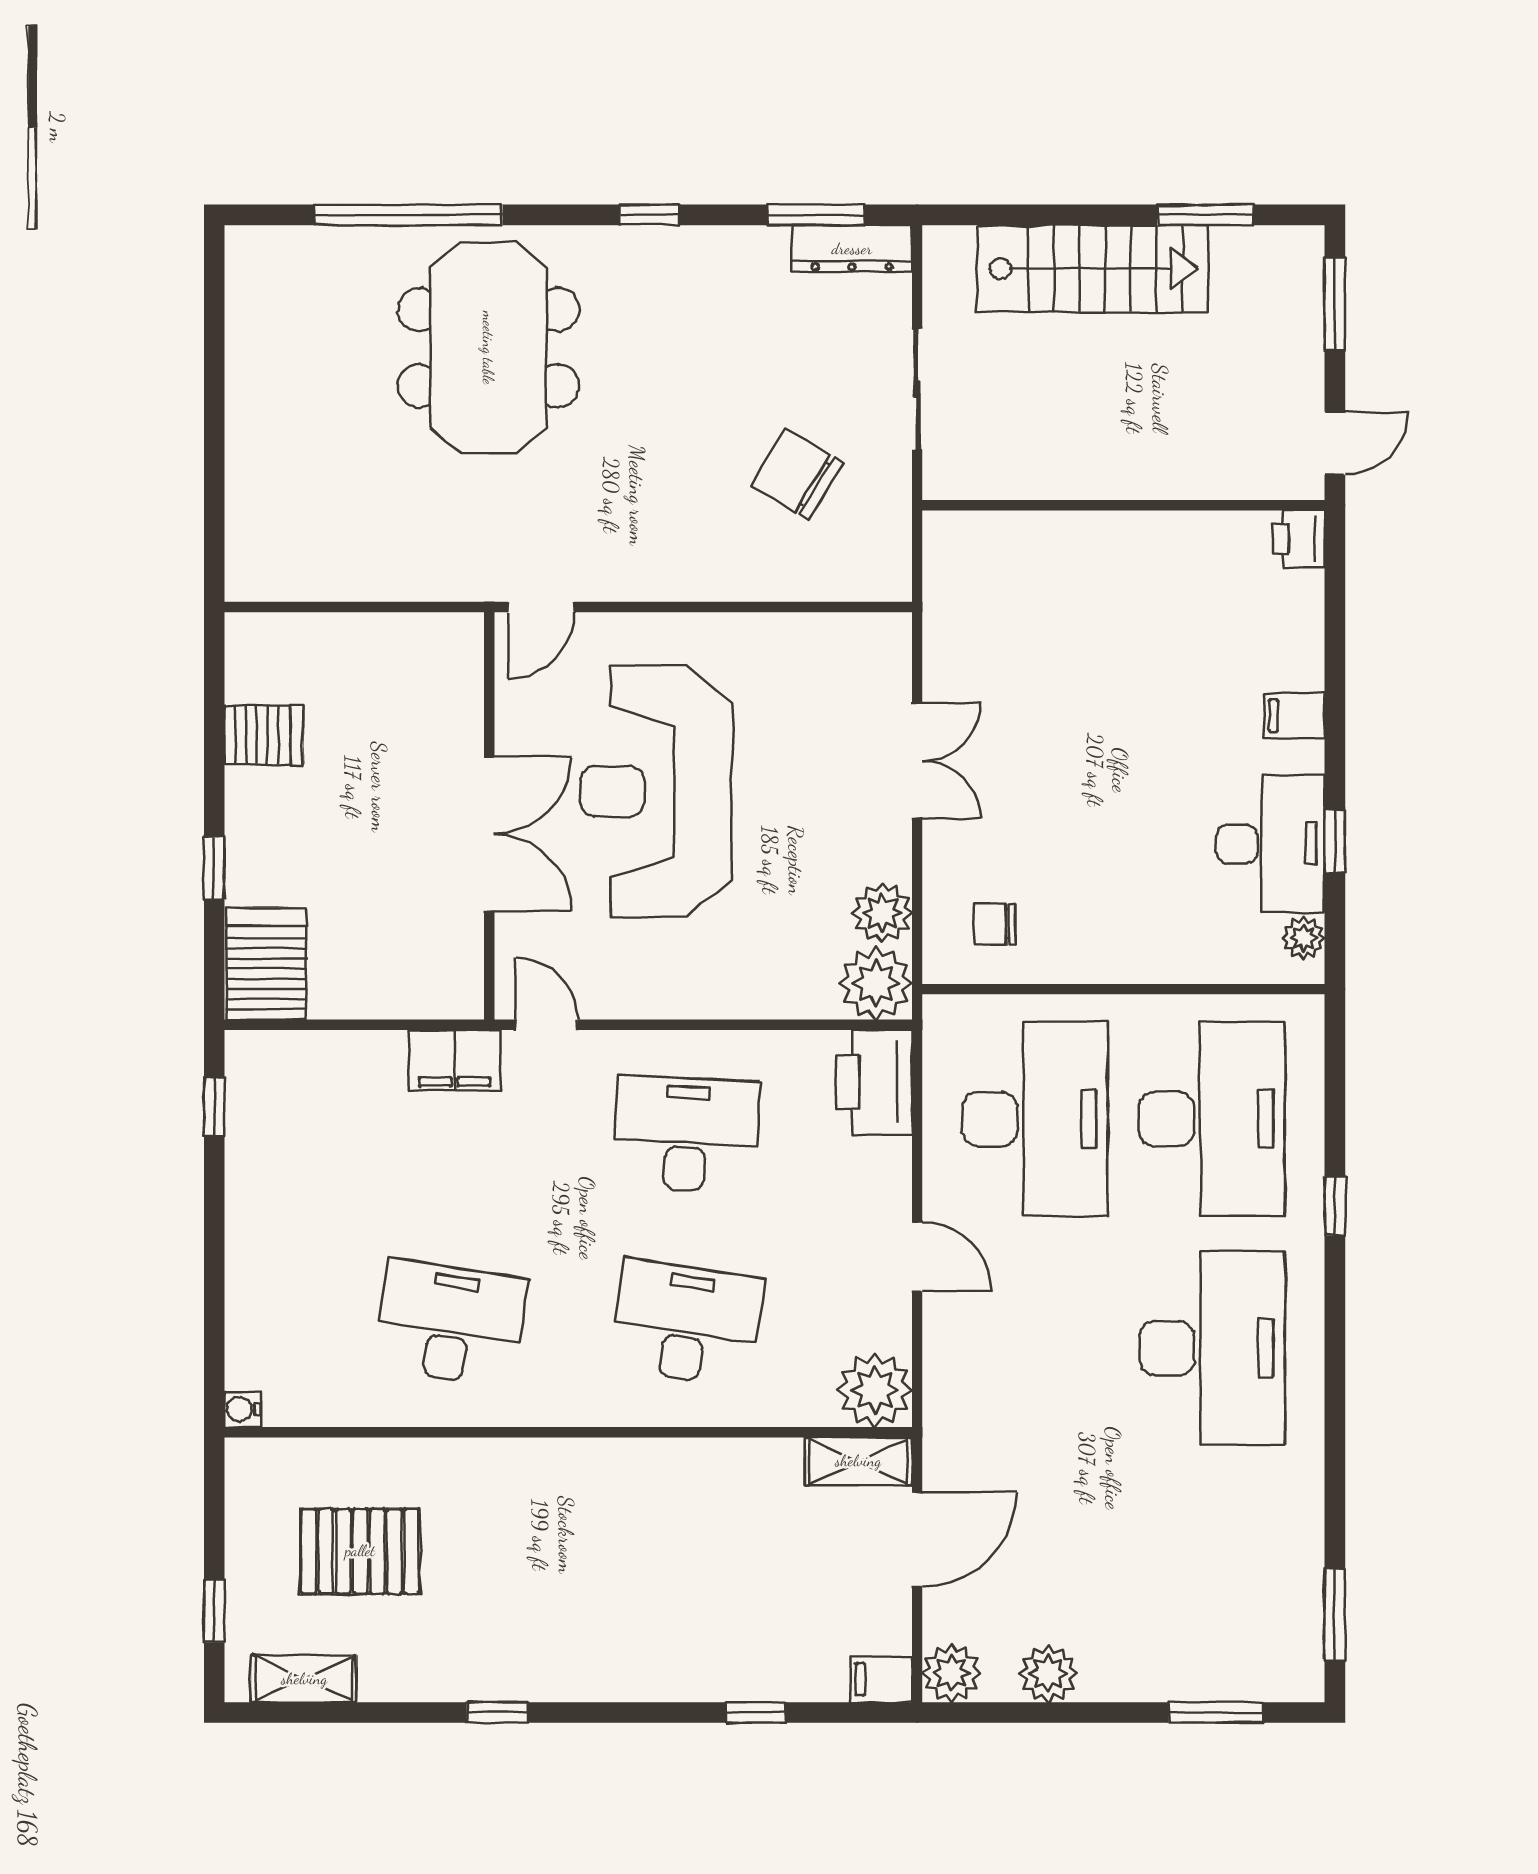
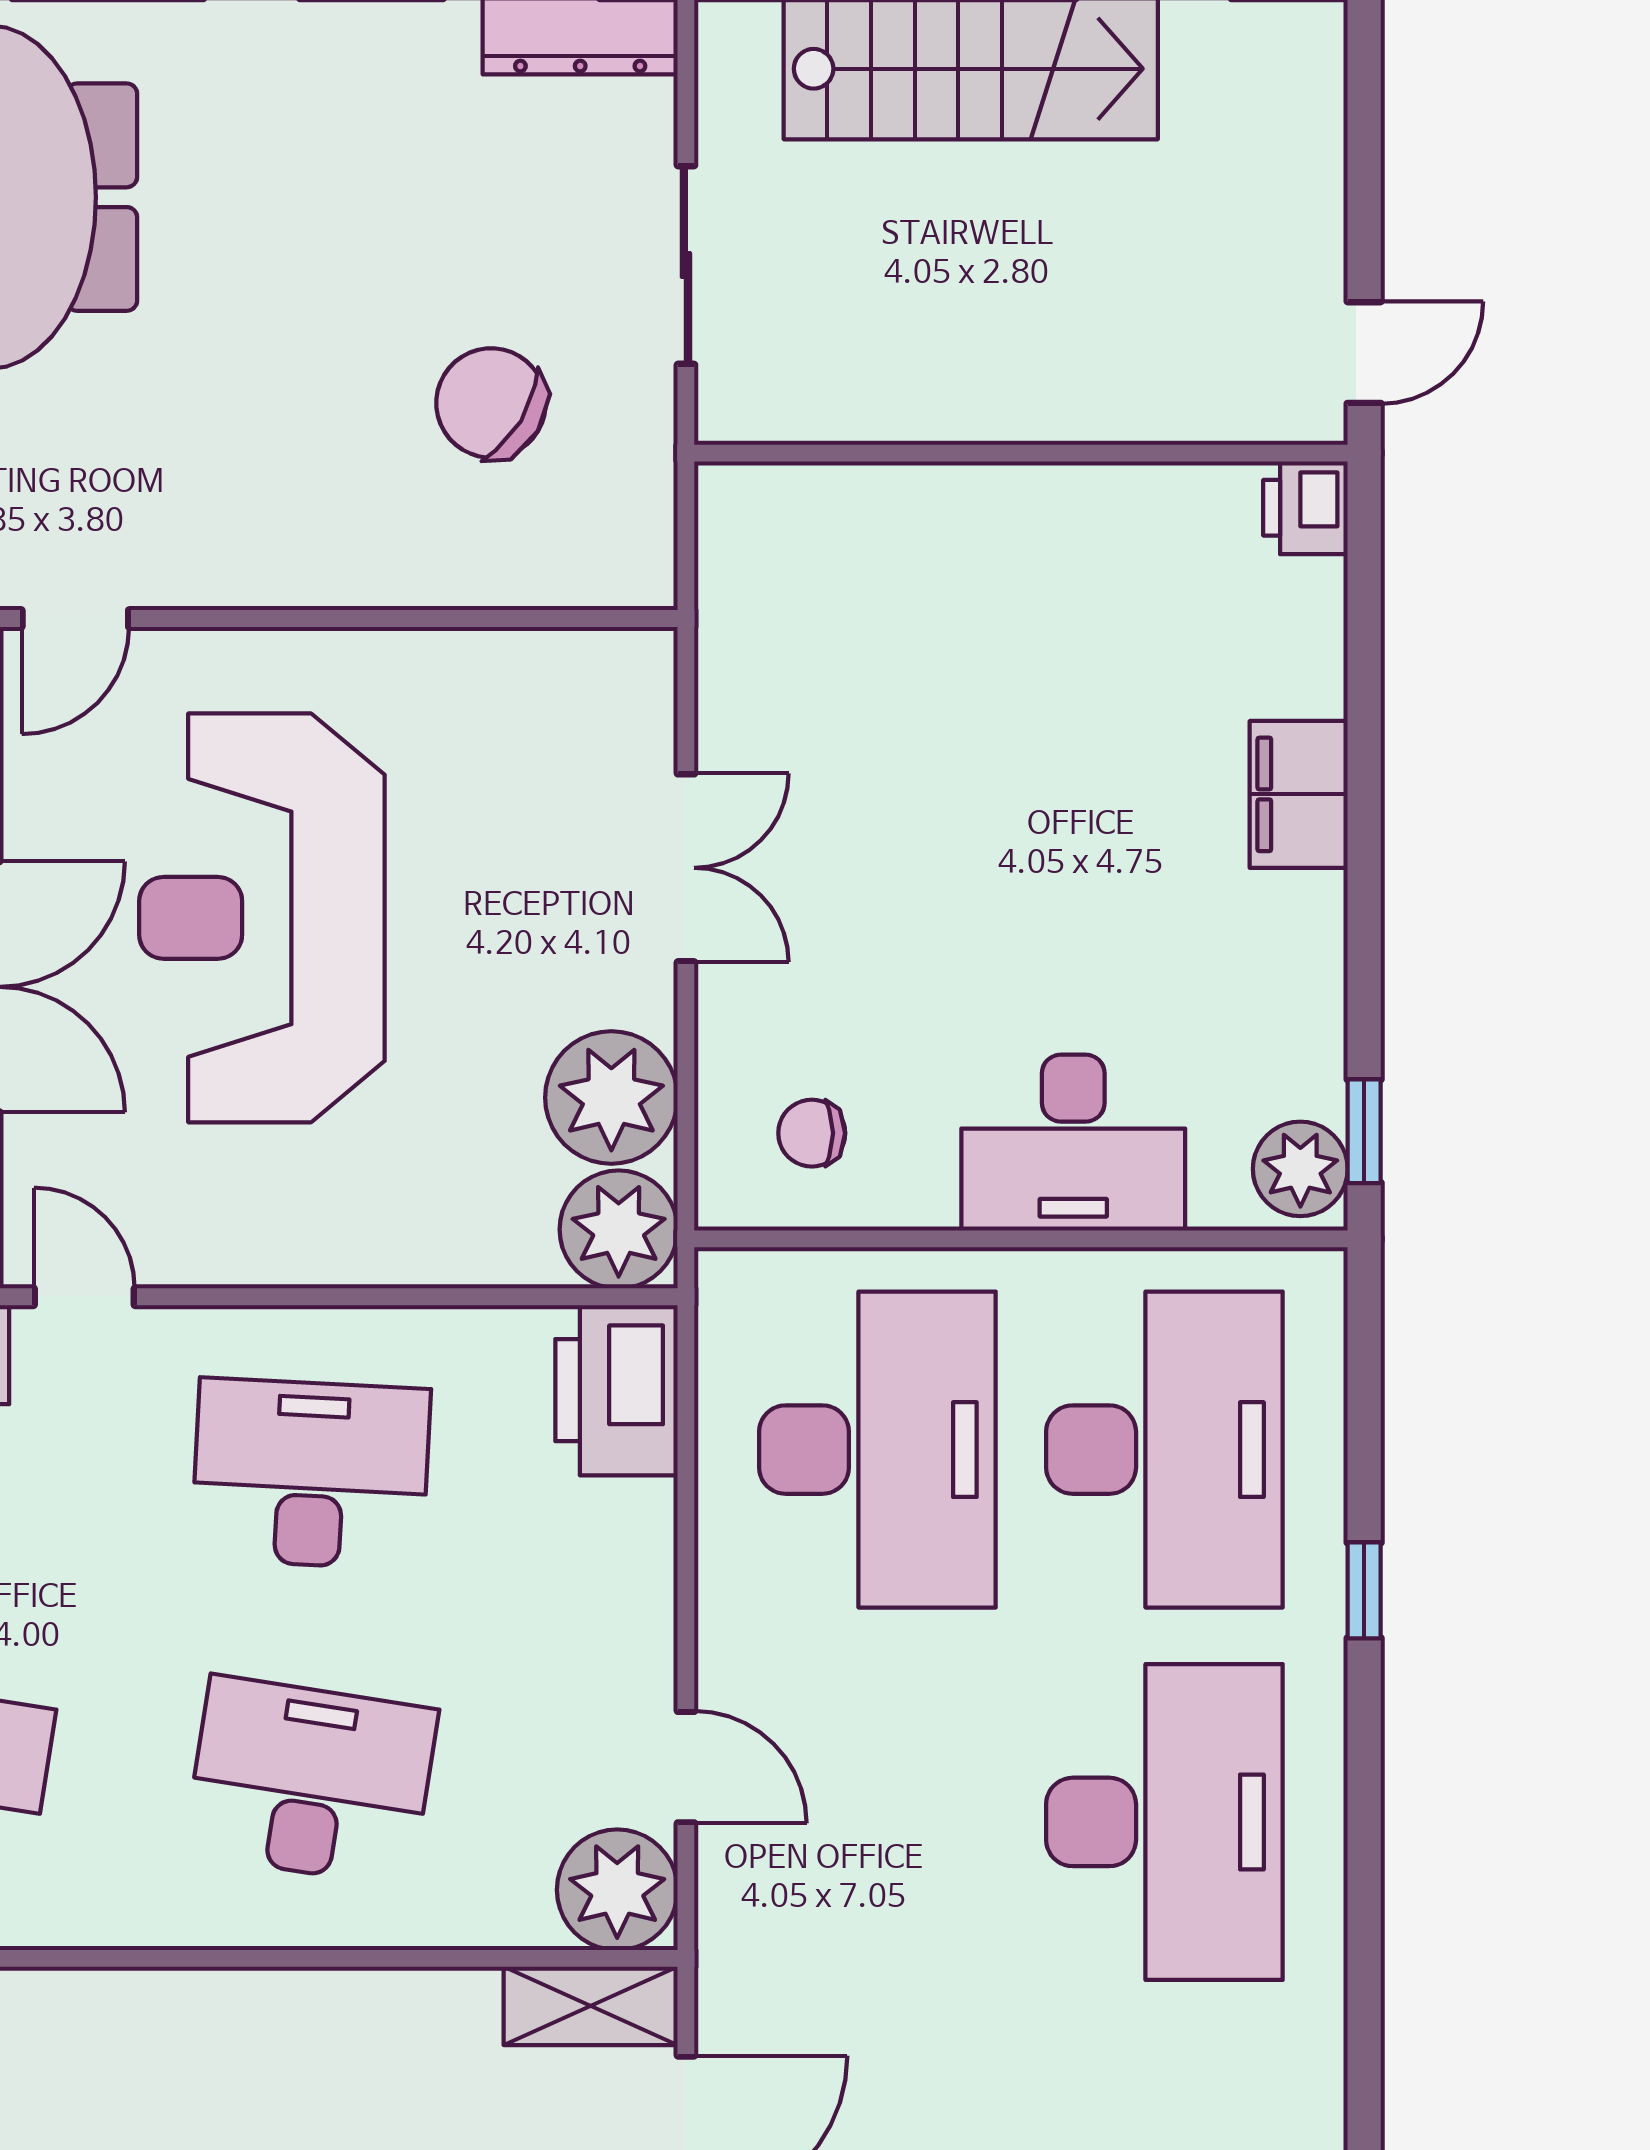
window: (1335, 304) -> (1364, 126), removed
filing cabinet: (1294, 715) -> (1299, 794), width x2.00
window: (1335, 841) -> (1364, 1131), moved
desk: (1270, 844) -> (1073, 1143), moved, turned 90
plant: (882, 913) -> (611, 1098), width x1.36, depth x1.36
plant: (1303, 938) -> (1300, 1169), width x1.38, depth x1.38
door: (917, 1257) -> (686, 1767), moved

